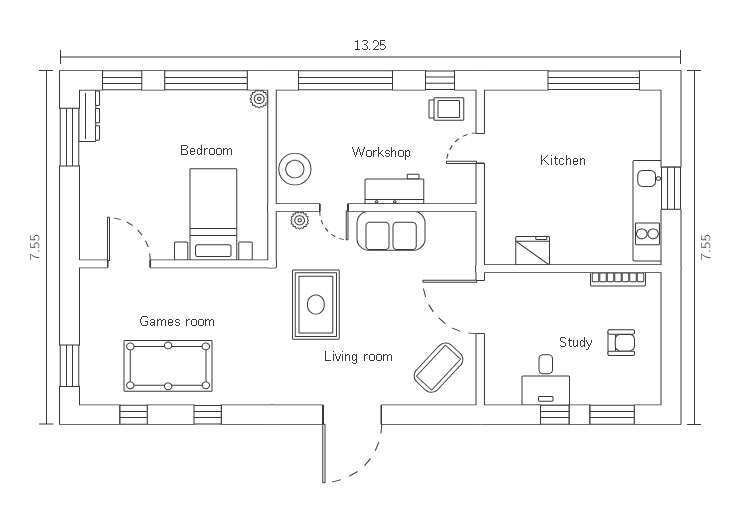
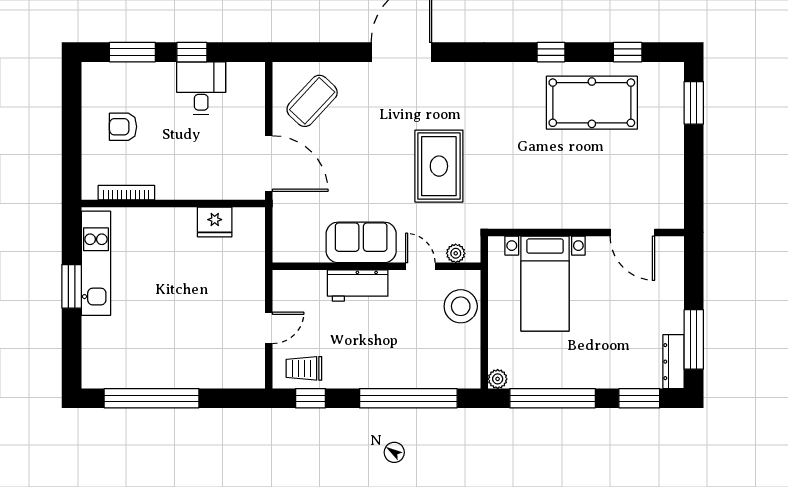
bed with nightstands: (213, 214) -> (545, 284), moved
door: (129, 264) -> (632, 232), moved
wall: (174, 264) -> (586, 232), moved

